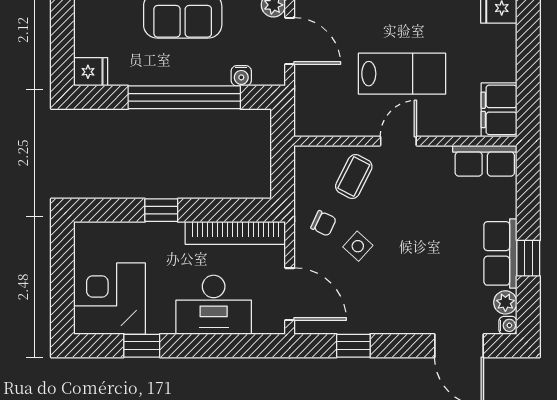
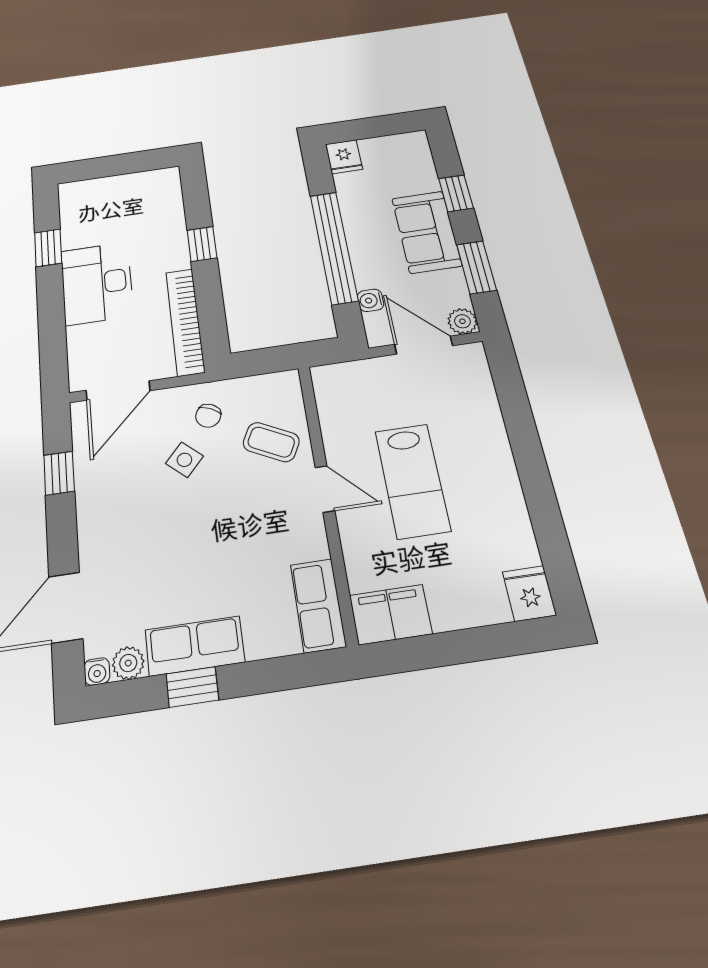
door: (290, 41) -> (424, 345), swing flipped
corner desk: (109, 299) -> (98, 210), removed
desk: (214, 305) -> (97, 283), moved

